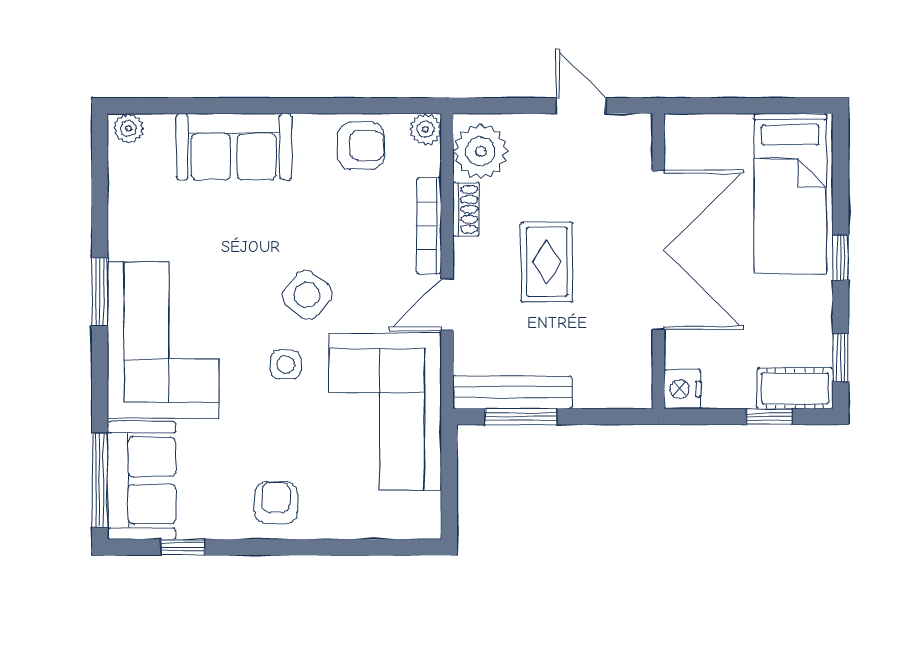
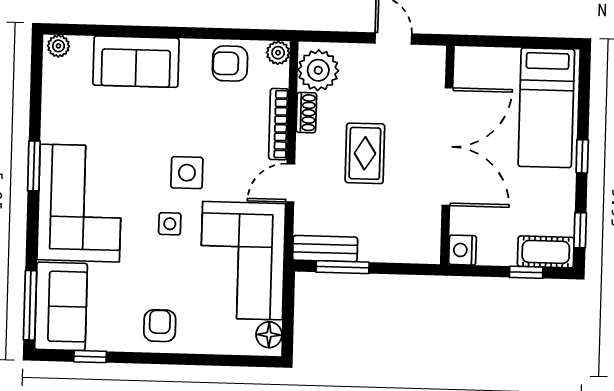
armchair: (361, 146) -> (230, 64), turned 180
side table: (307, 295) -> (187, 173), turned -38
bench: (512, 392) -> (325, 249), width x0.73
floor lamp: (424, 511) -> (269, 335), added

